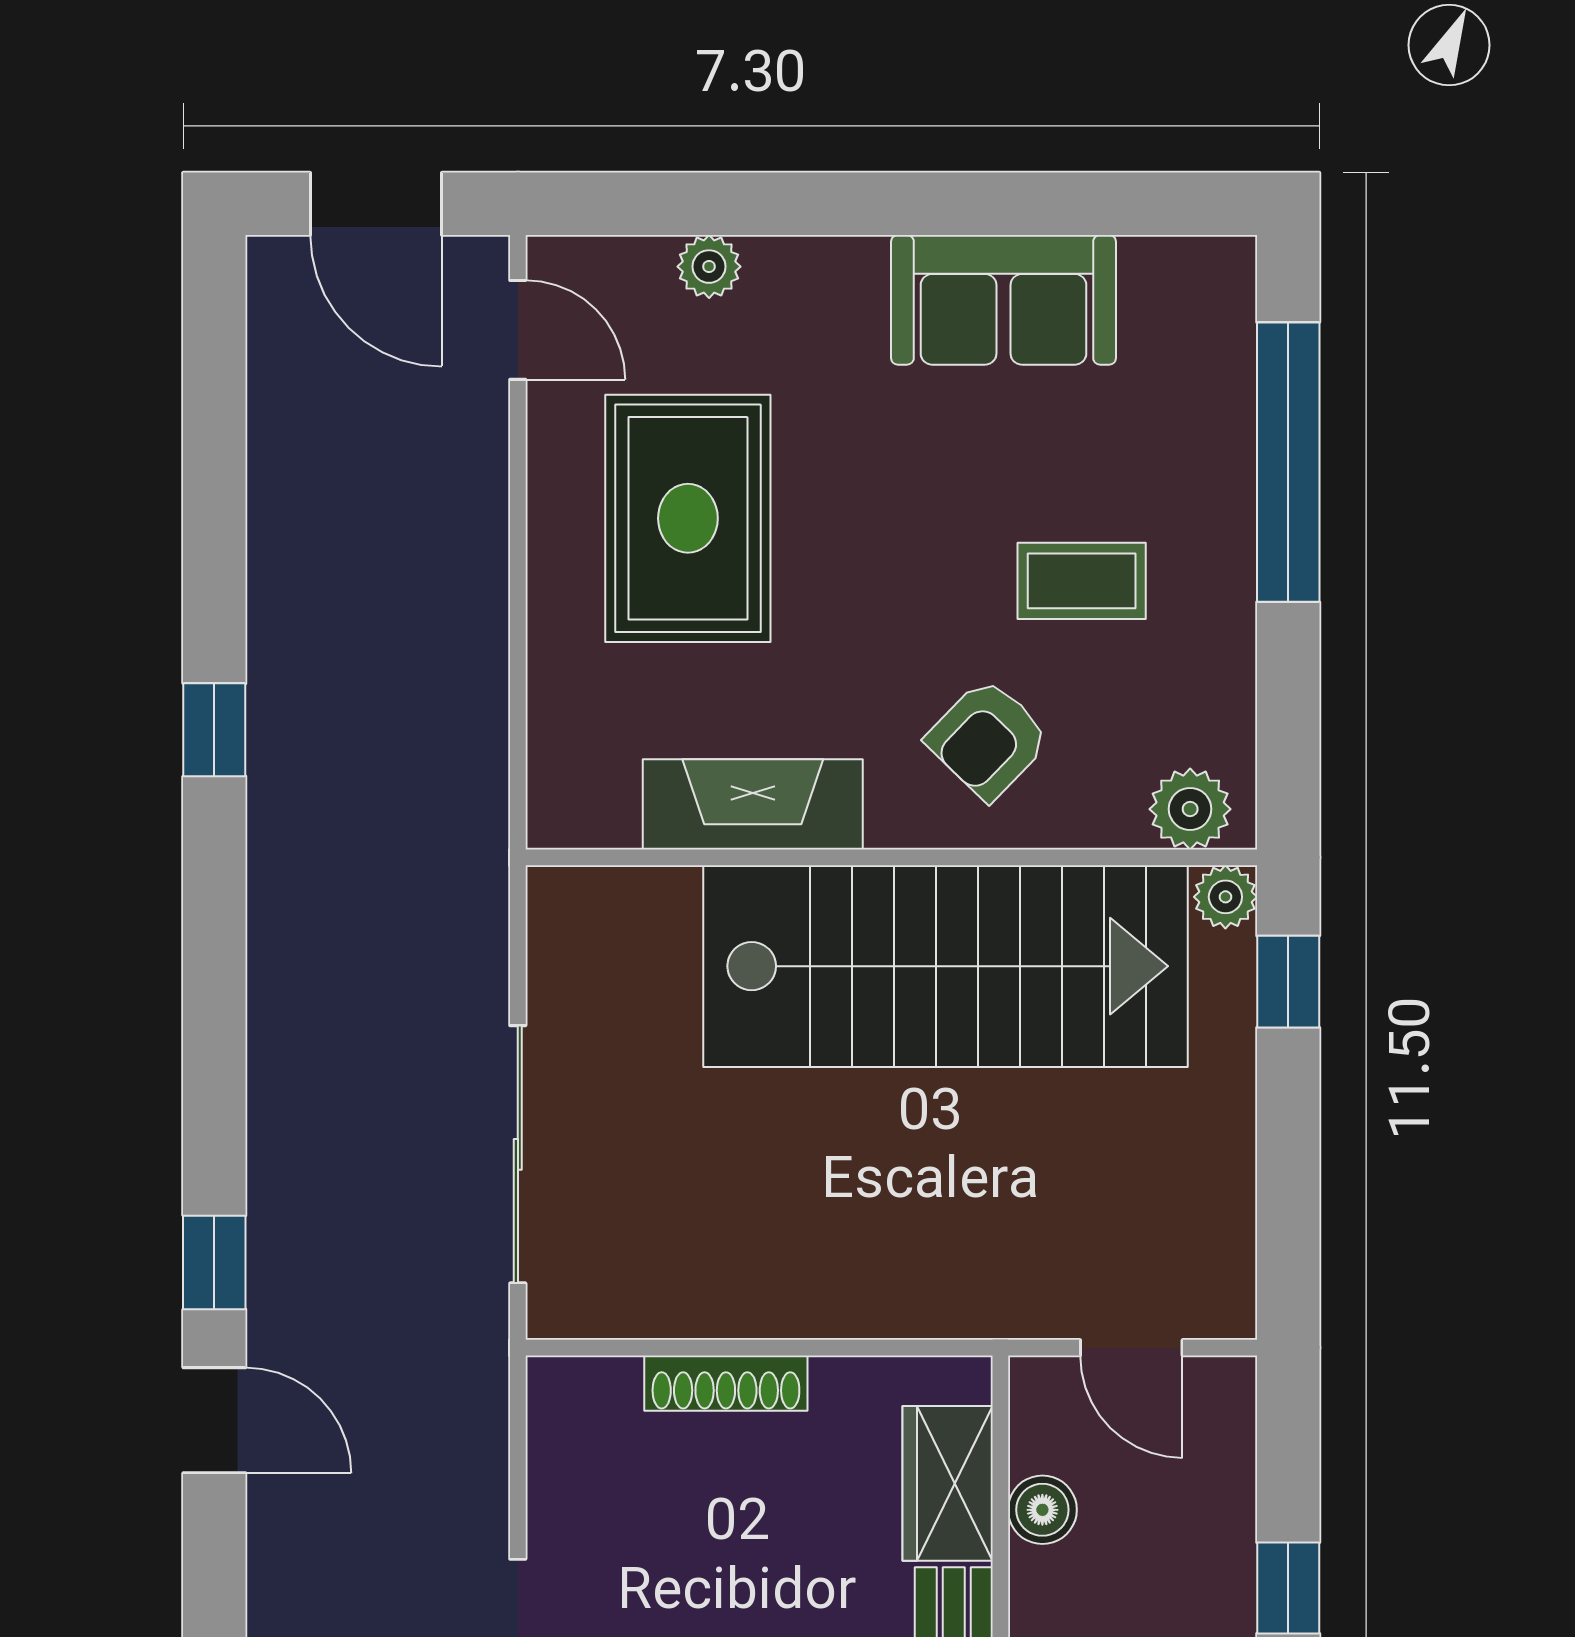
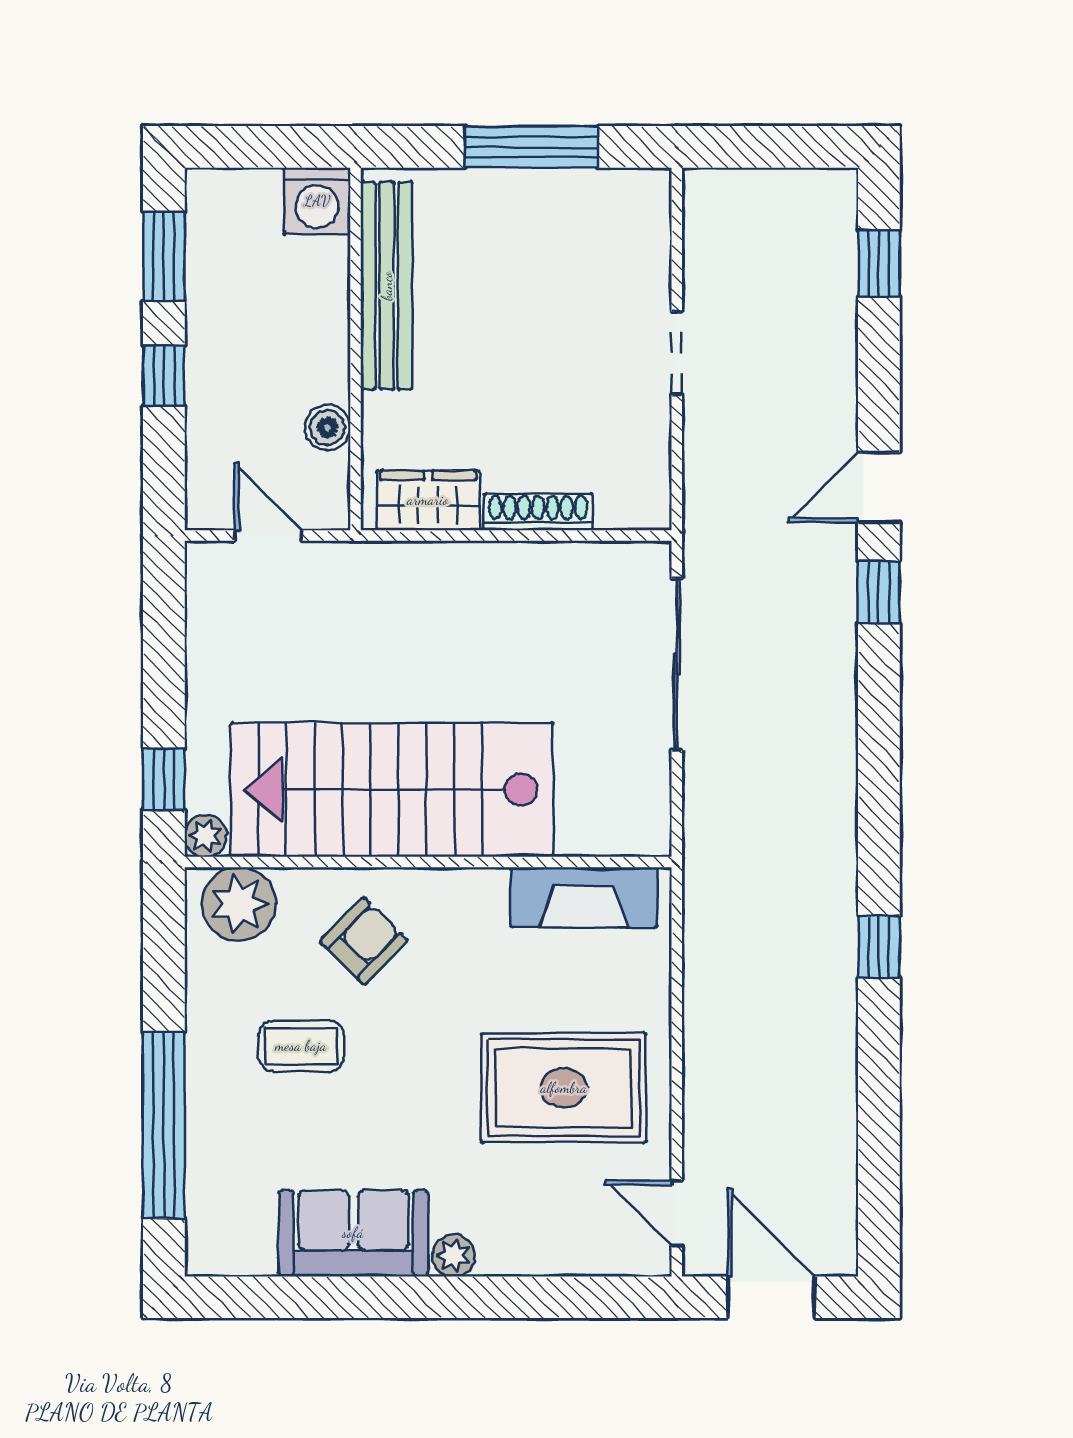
plant: (709, 267) -> (453, 1255), moved
rug: (688, 518) -> (564, 1088), turned 90
fireplace: (753, 804) -> (584, 897), moved
plant: (1190, 809) -> (239, 904), width x1.36, depth x1.36
door: (214, 1420) -> (879, 487), hinge flipped
wardrobe: (948, 1483) -> (428, 500), moved, turned -90

